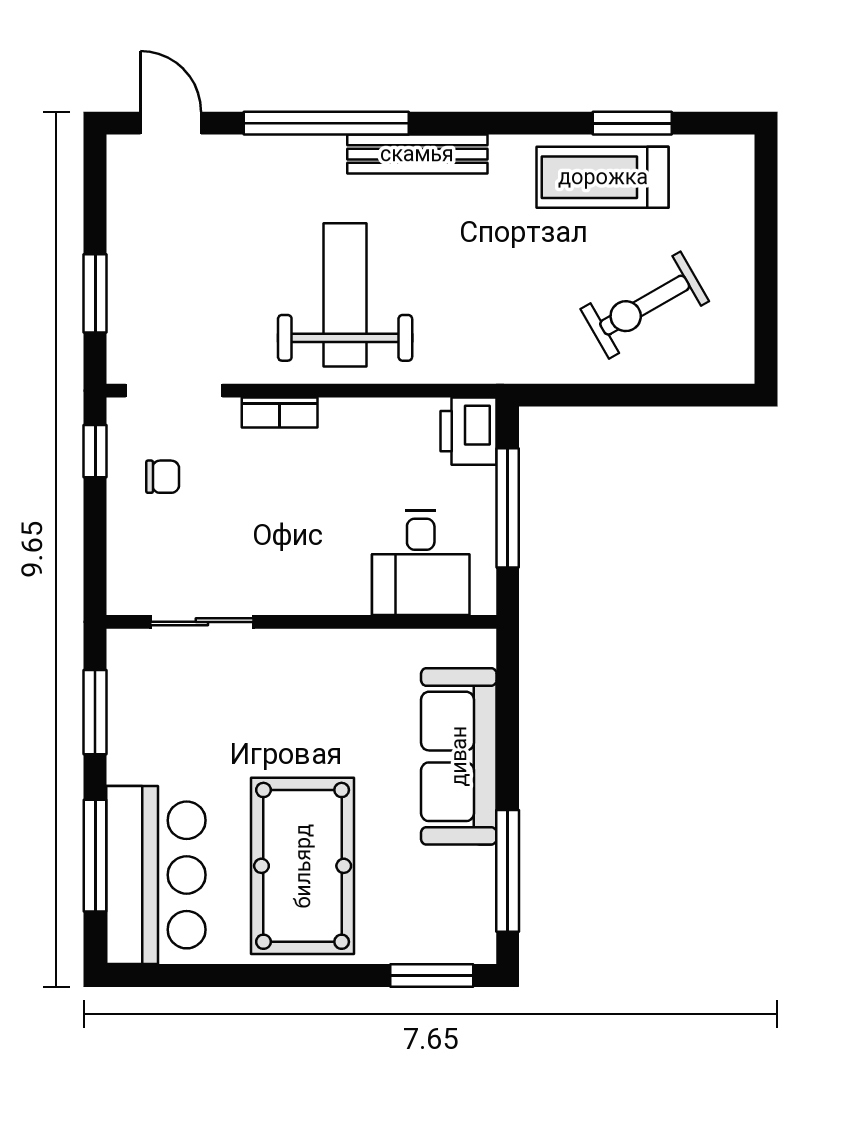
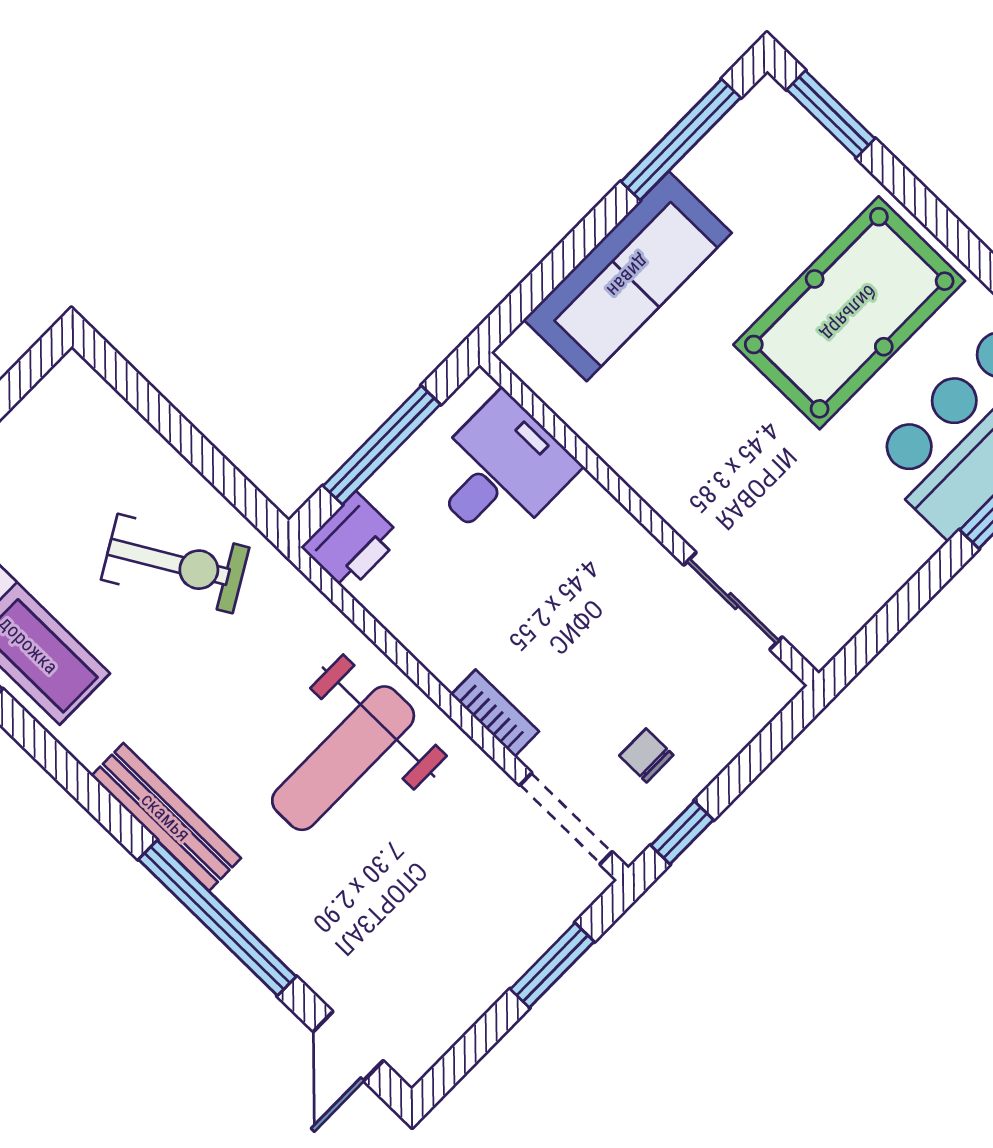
exercise bike: (645, 305) -> (175, 564), moved
window: (95, 712) -> (897, 613), removed

